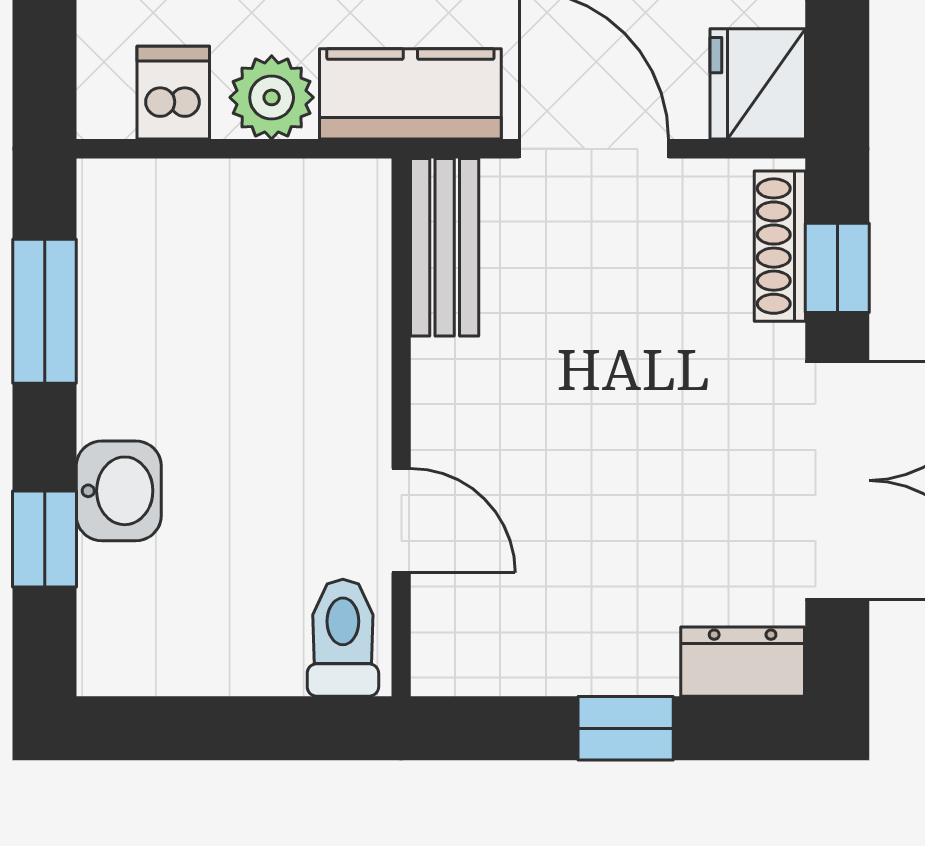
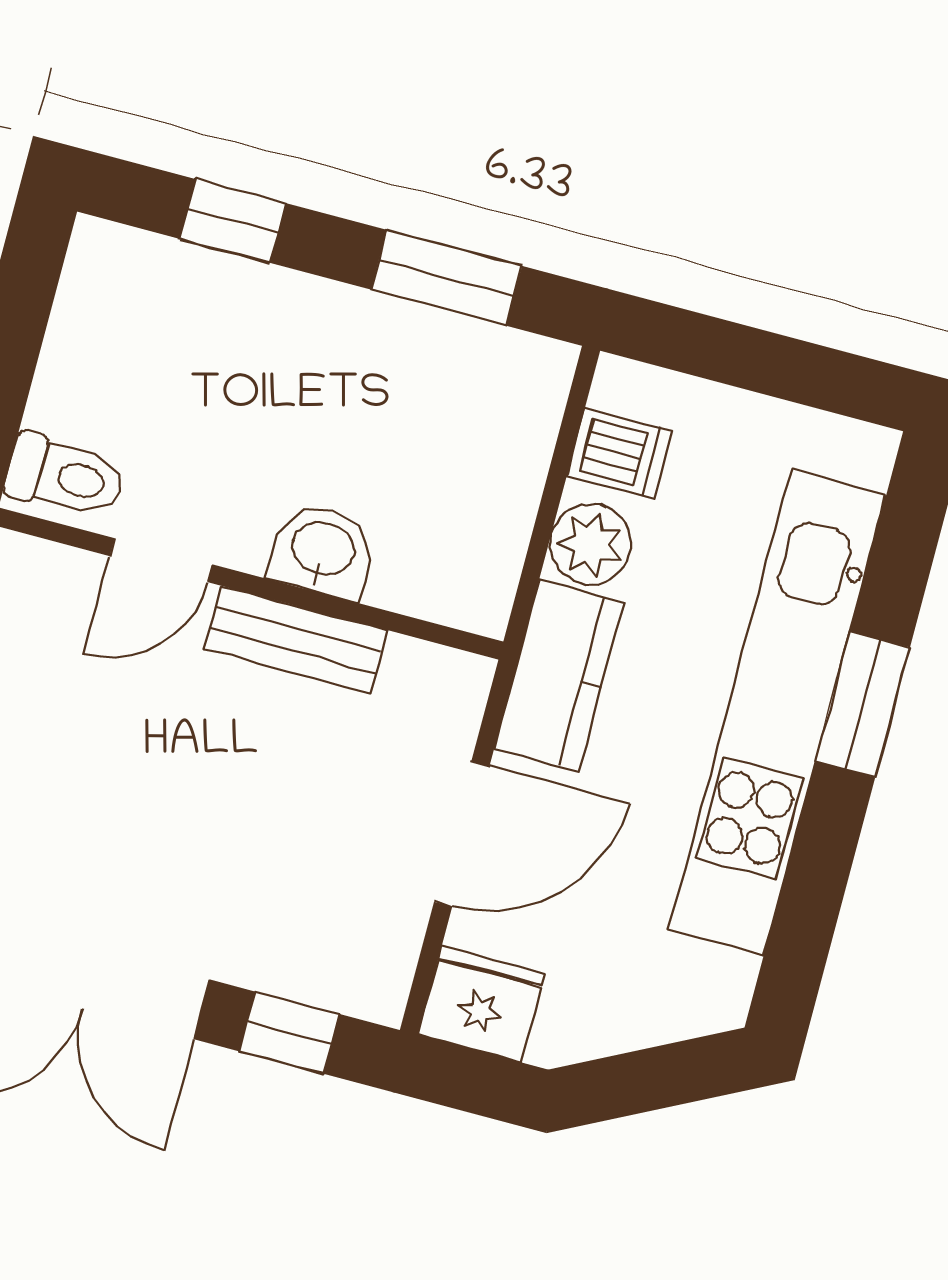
shoe rack: (780, 246) -> (324, 984), removed
bench: (445, 247) -> (296, 640), moved
washbasin: (119, 491) -> (323, 551), moved, turned 180

